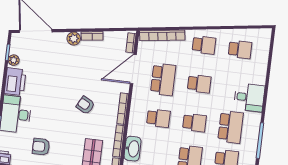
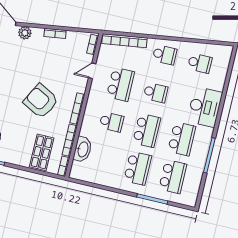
plant: (74, 39) -> (25, 33), moved
door: (133, 69) -> (92, 71), width x0.53
desk: (249, 97) -> (205, 107), width x1.37
armchair: (85, 105) -> (41, 101), width x1.88, depth x1.88
school desk: (194, 123) -> (147, 130), width x1.85

